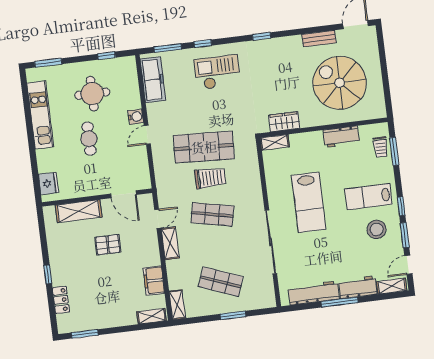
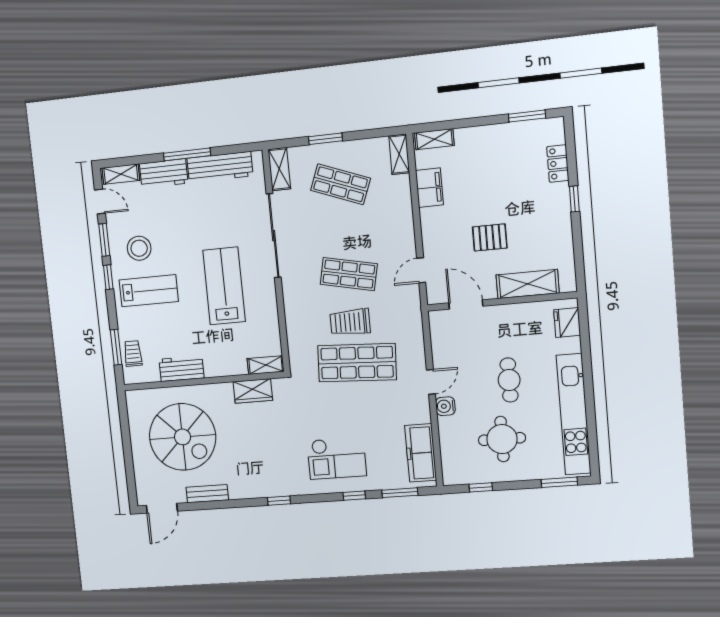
kitchen unit: (40, 115) -> (574, 414), width x1.36
shelving: (170, 243) -> (279, 169), moved
door: (408, 265) -> (100, 202), hinge flipped

